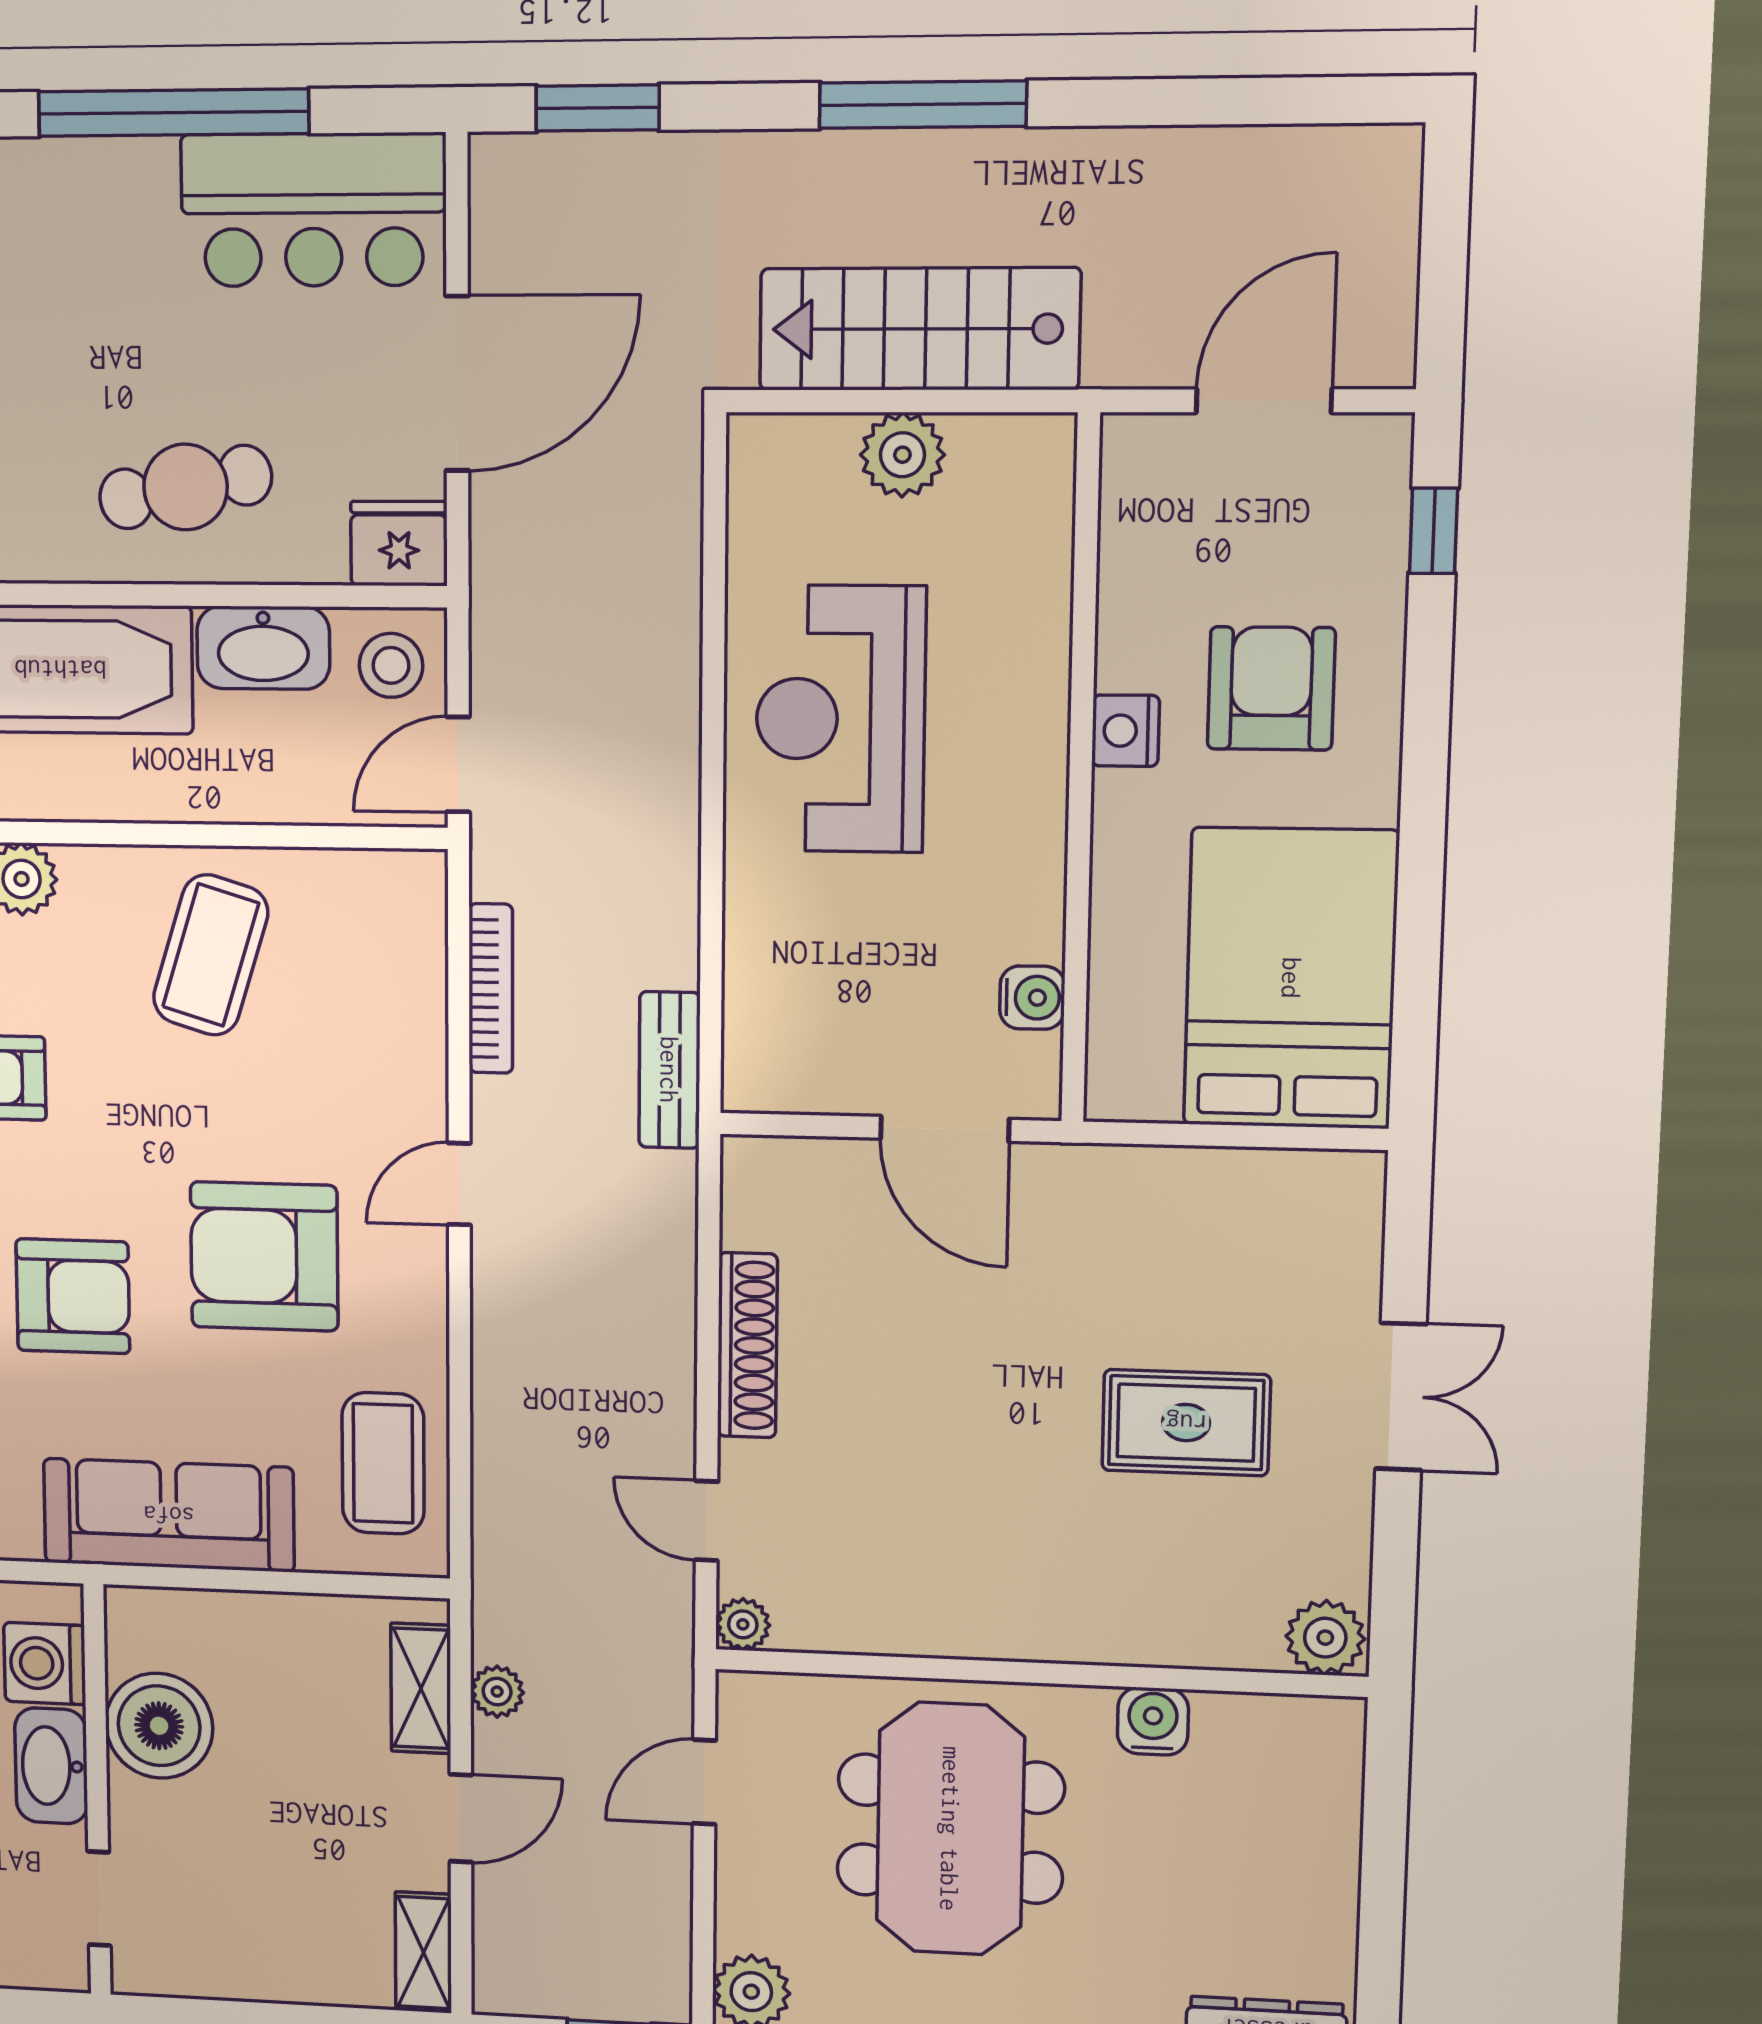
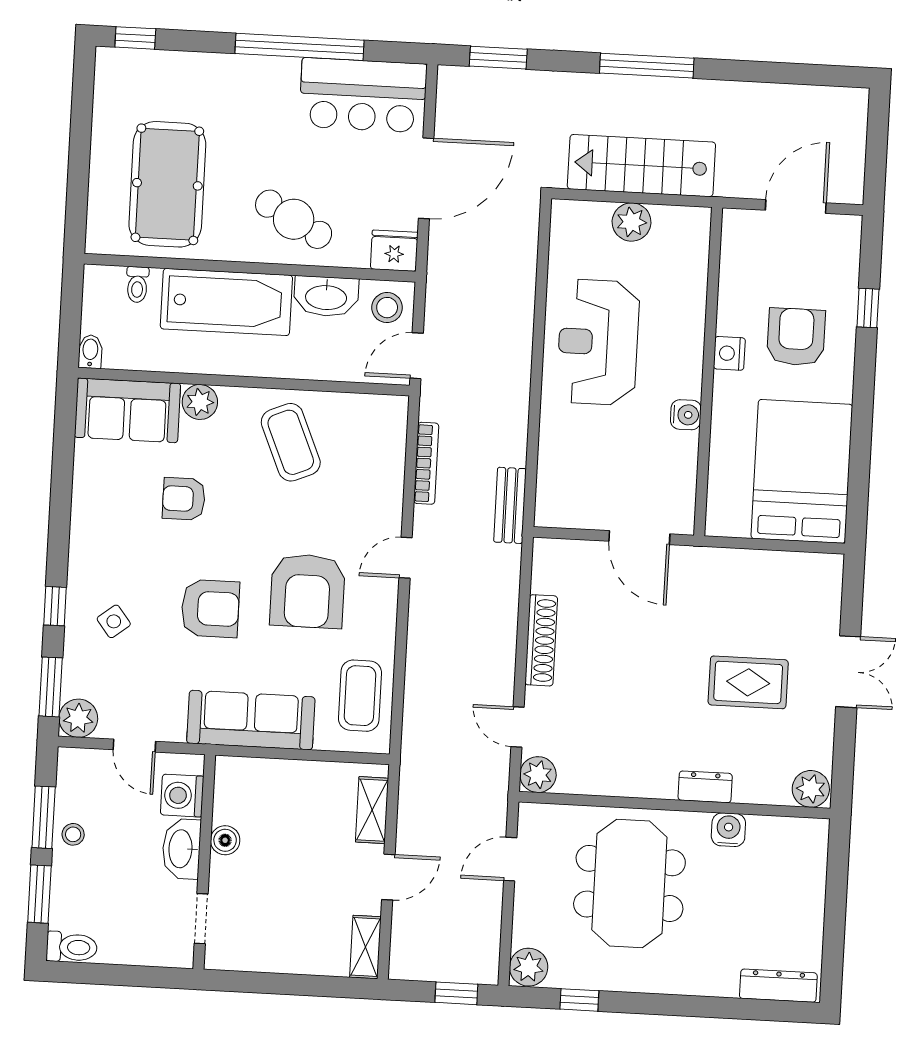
cafe table: (186, 487) -> (294, 219), turned 40
window: (1433, 531) -> (868, 308), moved
coffee table: (211, 955) -> (291, 442), turned -40
water cooler: (1032, 998) -> (686, 415), moved
armchair: (264, 1256) -> (307, 591), turned -90
plant: (743, 1624) -> (538, 775), width x1.38, depth x1.38
dresser: (1101, 1636) -> (705, 787), added
plant: (497, 1692) -> (410, 812), removed
boiler: (159, 1726) -> (225, 840), width x0.54, depth x0.54

